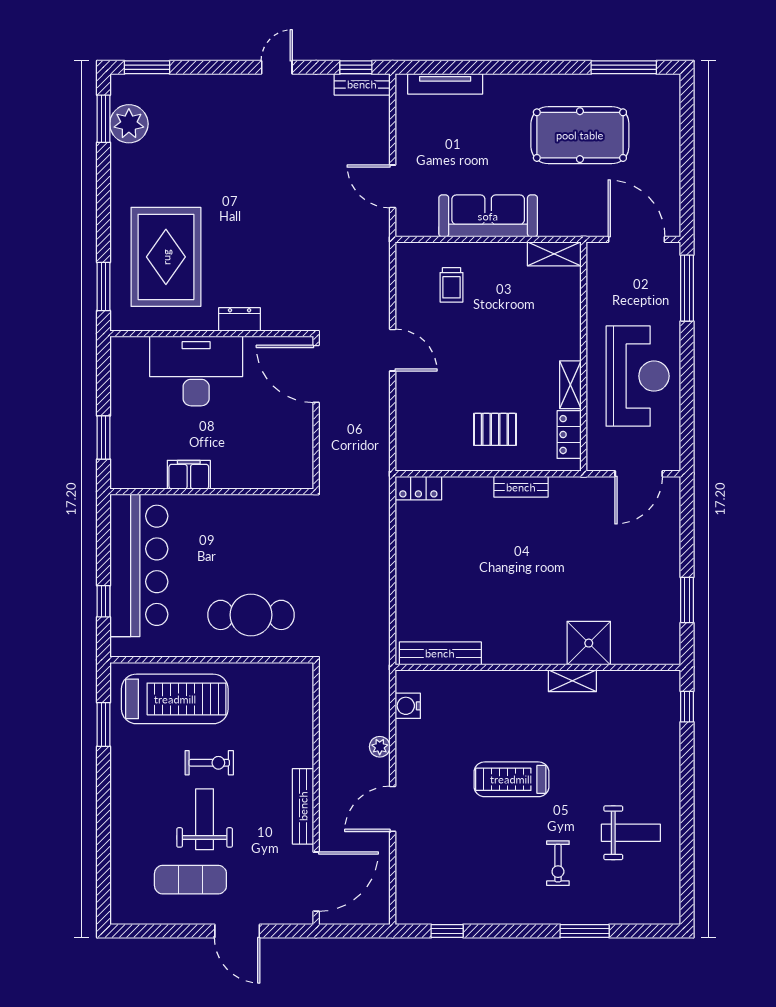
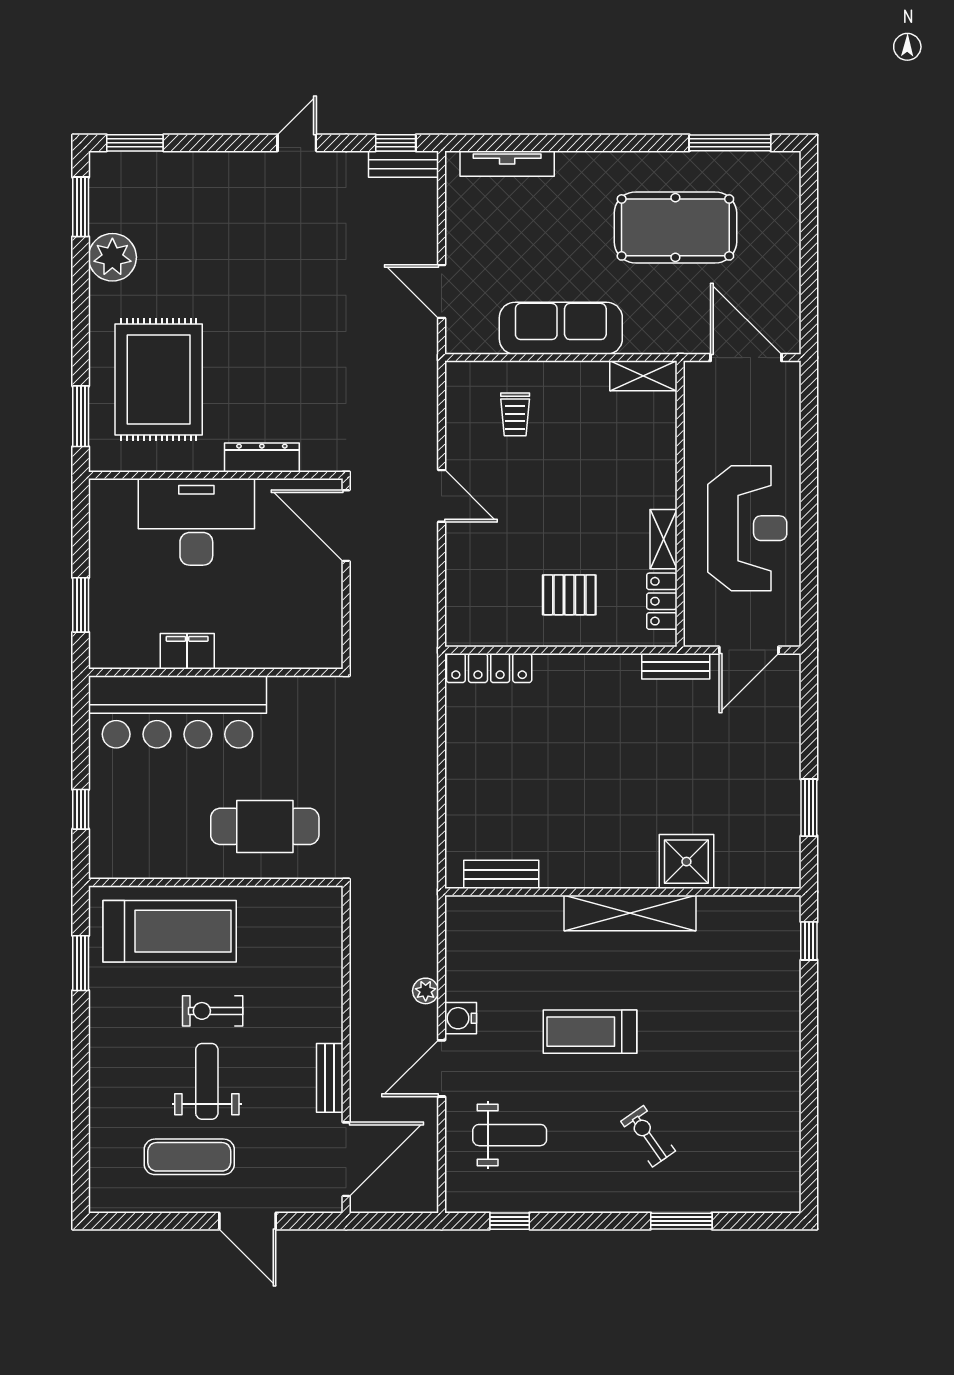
plant: (129, 124) -> (112, 257), moved
window: (687, 288) -> (809, 418), removed
dresser: (240, 319) -> (262, 457), width x1.44
bench: (521, 487) -> (676, 666), moved
locker: (418, 488) -> (489, 668), width x1.53
bar counter: (139, 565) -> (177, 712), moved, turned 90
bench: (440, 653) -> (501, 874), width x0.73
shelving: (572, 681) -> (630, 913), width x2.20, depth x1.33
water cooler: (408, 706) -> (461, 1018), moved
exercise bike: (209, 763) -> (213, 1011), turned 180
bench: (303, 806) -> (330, 1078), width x0.73
weight bench: (631, 833) -> (510, 1135), moved
exercise bike: (558, 863) -> (648, 1136), turned 145

